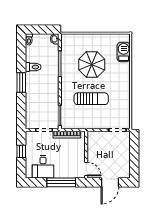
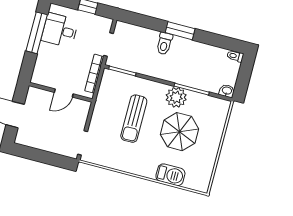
barbecue: (124, 52) -> (170, 175), moved
toilet: (33, 67) -> (164, 44), moved
plant: (68, 73) -> (176, 97), added
door: (86, 169) -> (64, 93), moved
window: (61, 182) -> (37, 33), moved

